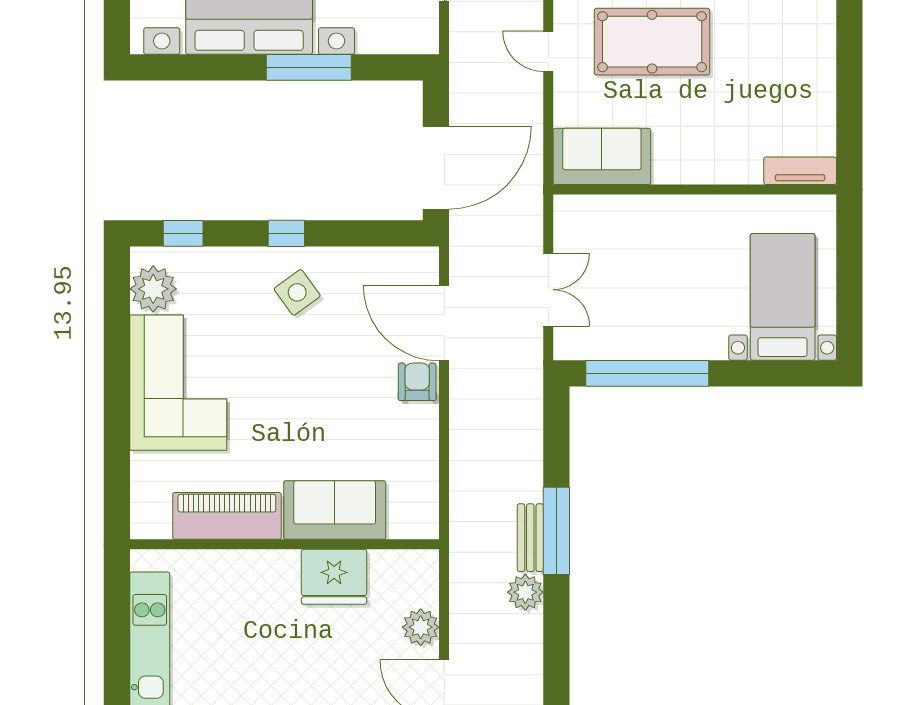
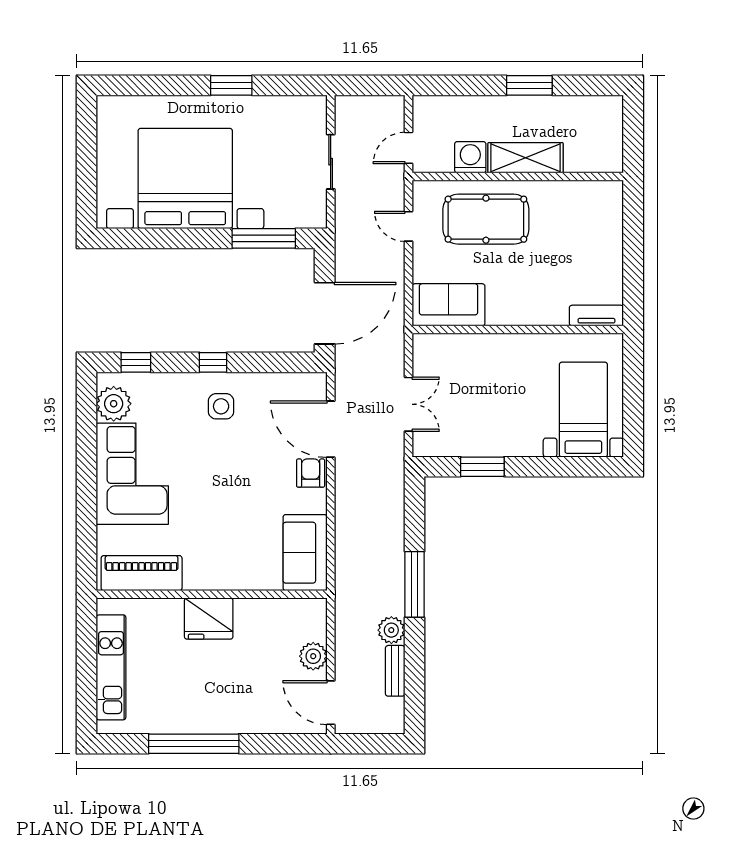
window: (309, 67) -> (264, 238), moved
side table: (297, 292) -> (221, 406), turned 36
window: (647, 373) -> (482, 467), width x0.47
sofa: (335, 510) -> (305, 553), moved, turned -90
piano: (227, 516) -> (142, 573), moved
bench: (530, 538) -> (395, 671), moved
fridge: (334, 577) -> (209, 619), moved

